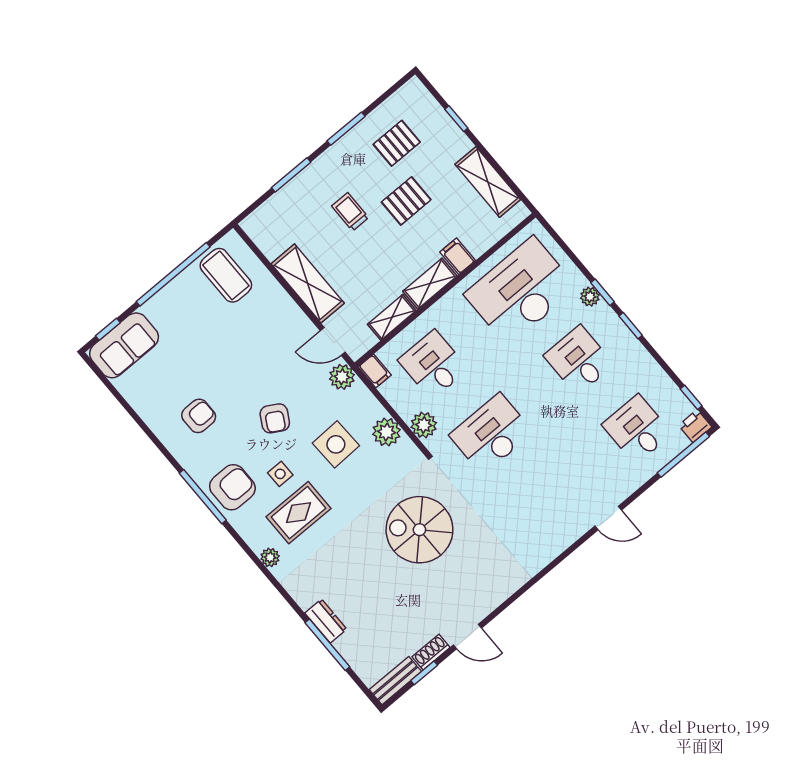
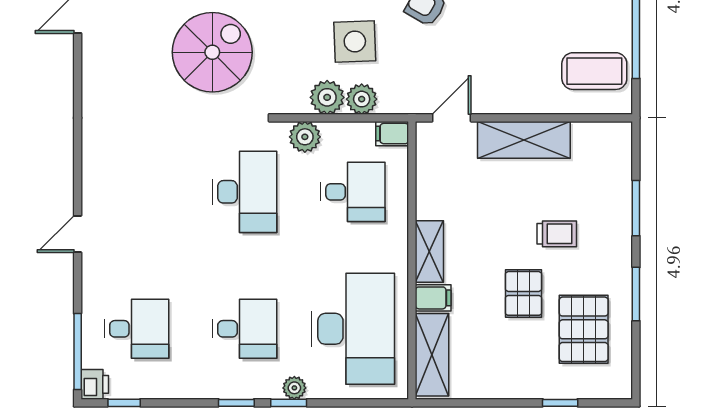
pallet: (397, 143) -> (584, 329), width x1.50, depth x1.42
shelving: (488, 182) -> (432, 355), moved, turned 90
shelving: (392, 317) -> (428, 190), removed
plant: (342, 377) -> (362, 99), moved

